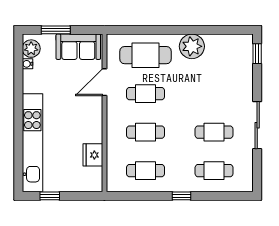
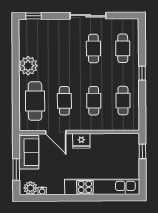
fridge: (93, 155) -> (81, 141), moved
window: (50, 196) -> (142, 151), moved

